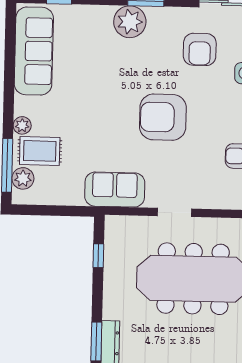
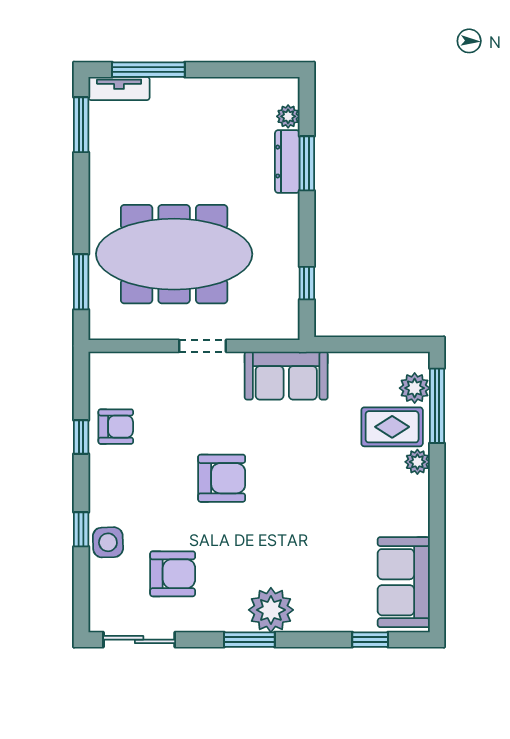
armchair: (200, 49) -> (173, 574), turned 90
sofa: (34, 51) -> (404, 582), width x0.73
armchair: (163, 117) -> (222, 478), width x0.73, depth x0.73

